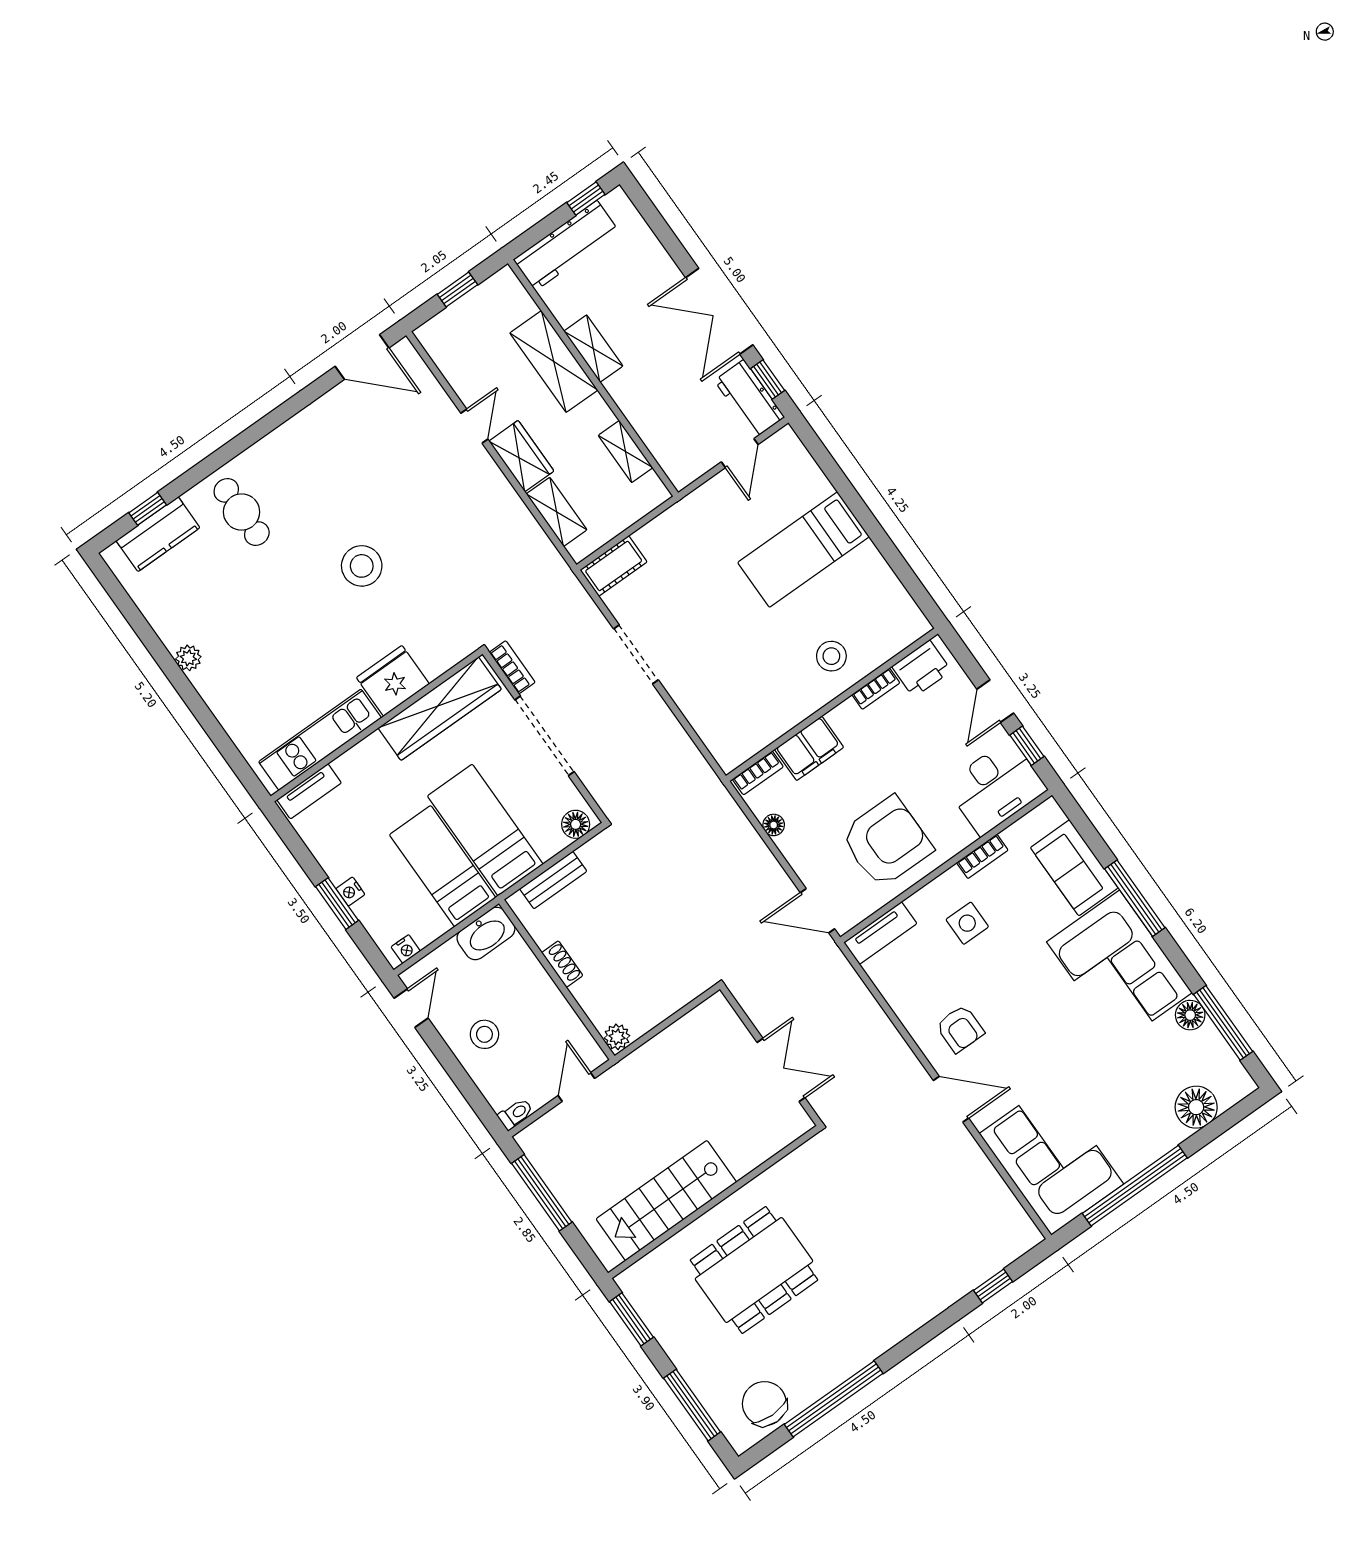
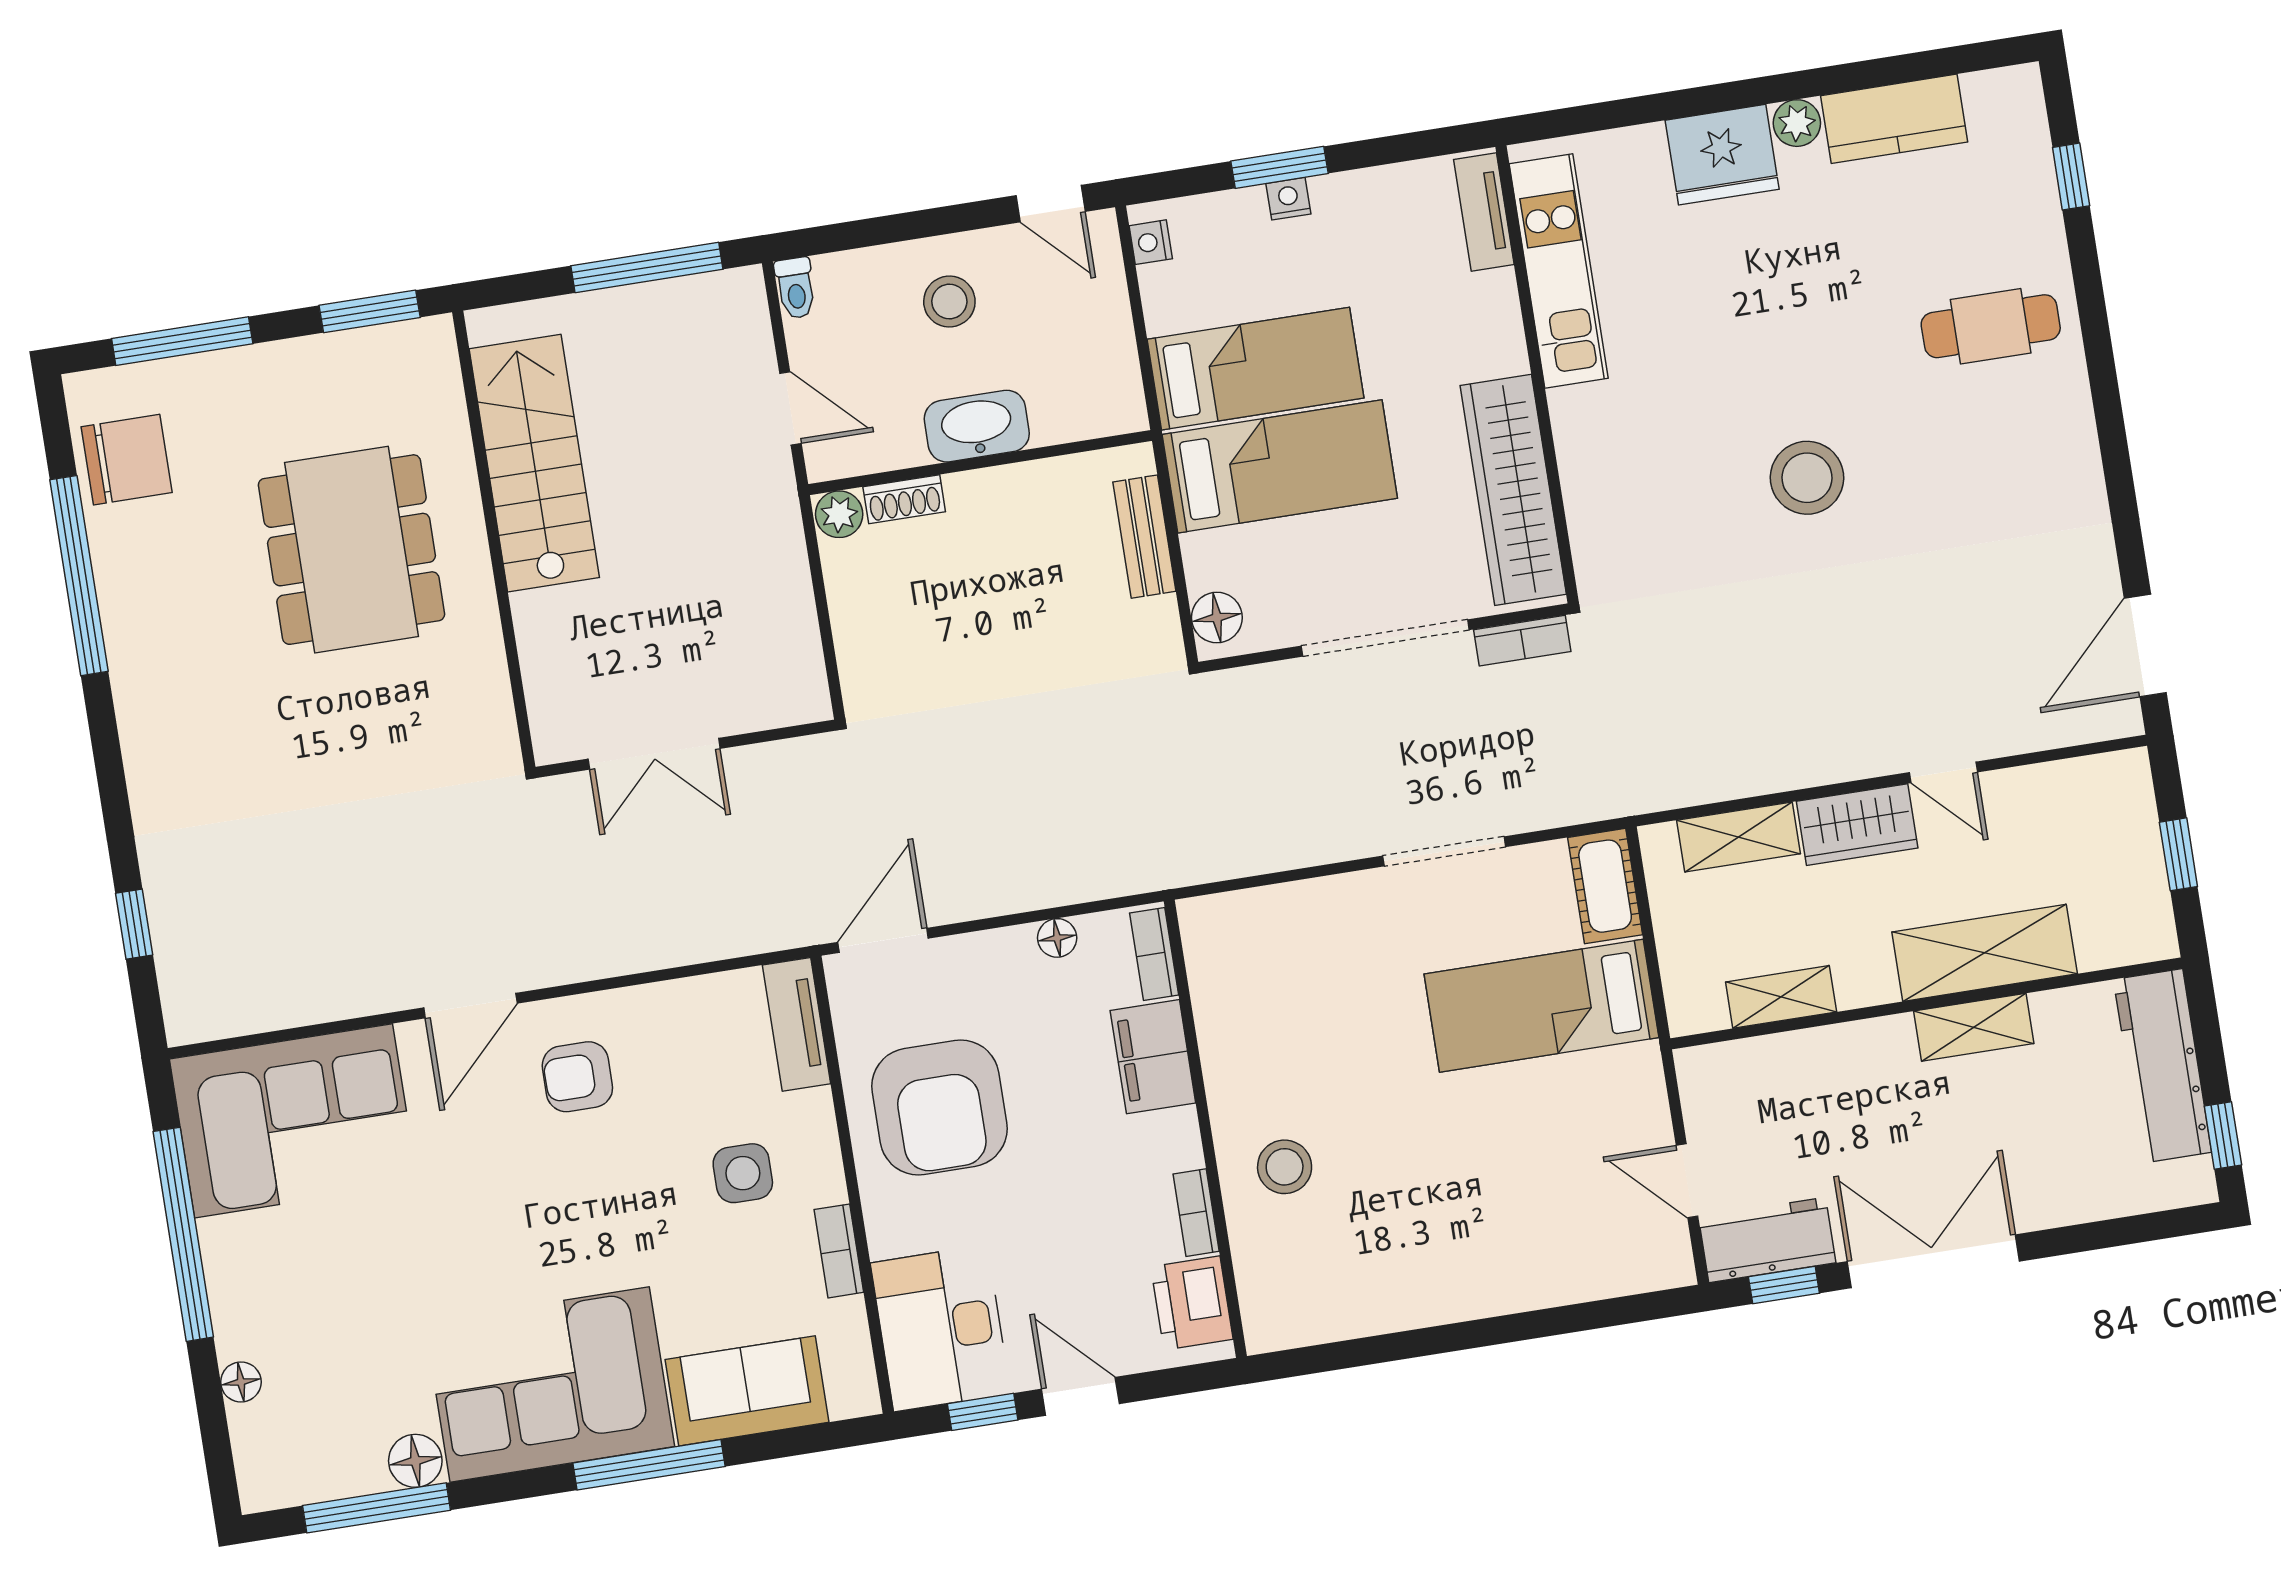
kitchen counter: (158, 534) -> (1894, 119), moved, turned -90
bed: (803, 550) -> (1541, 1006), moved, turned -90
fridge: (393, 681) -> (1722, 155), moved, turned 90
washbasin: (486, 933) -> (977, 426), moved, turned 90
shoe rack: (562, 964) -> (904, 499), moved
floor lamp: (1196, 1107) -> (241, 1382), width x0.53, depth x0.53

